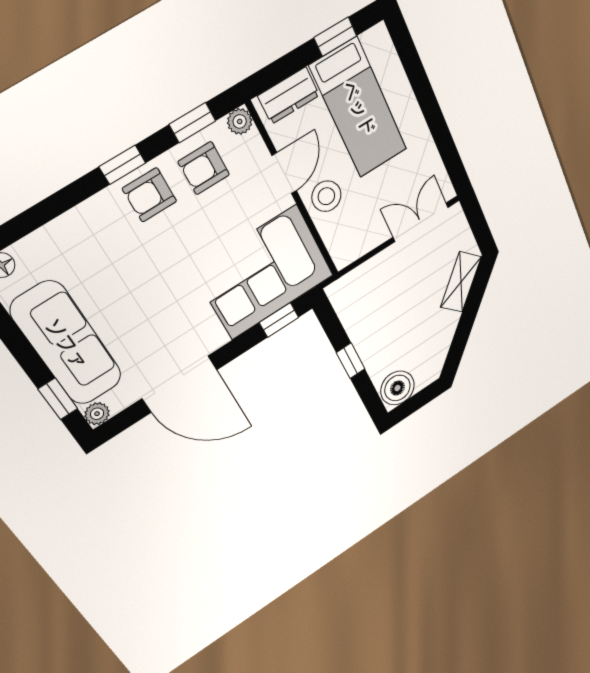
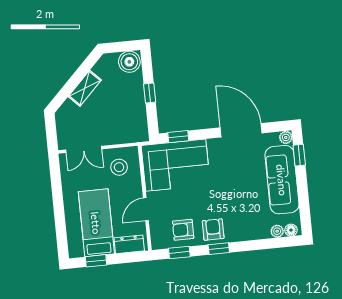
plant: (240, 121) -> (277, 231), moved
armchair: (204, 168) -> (183, 230), turned 180
armchair: (150, 195) -> (213, 230), turned -90
stool: (326, 196) -> (119, 167), moved
shelving: (461, 282) -> (85, 88), moved

